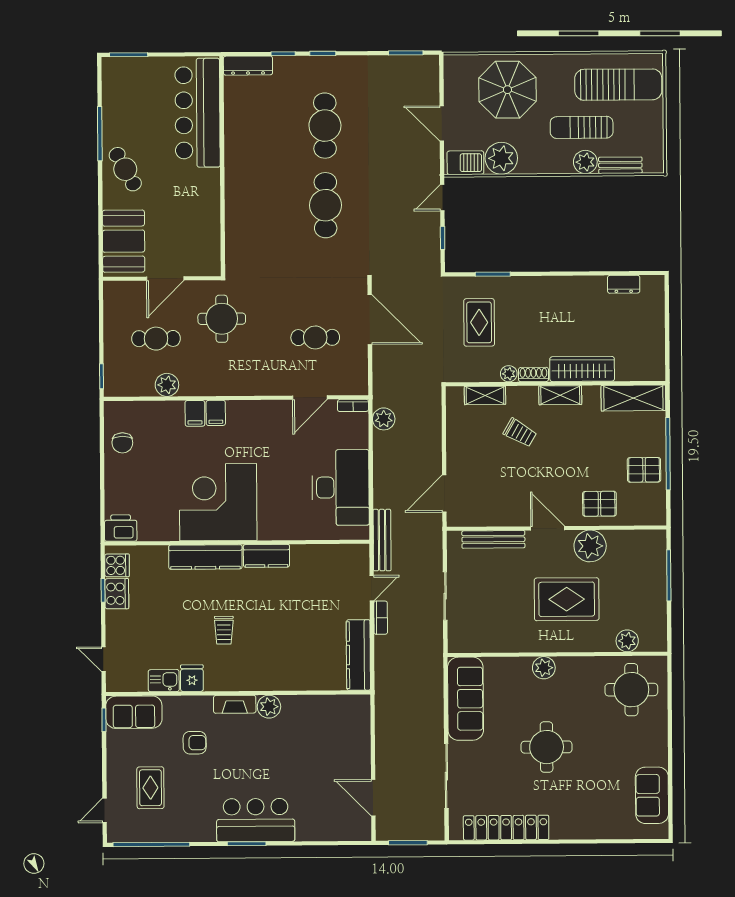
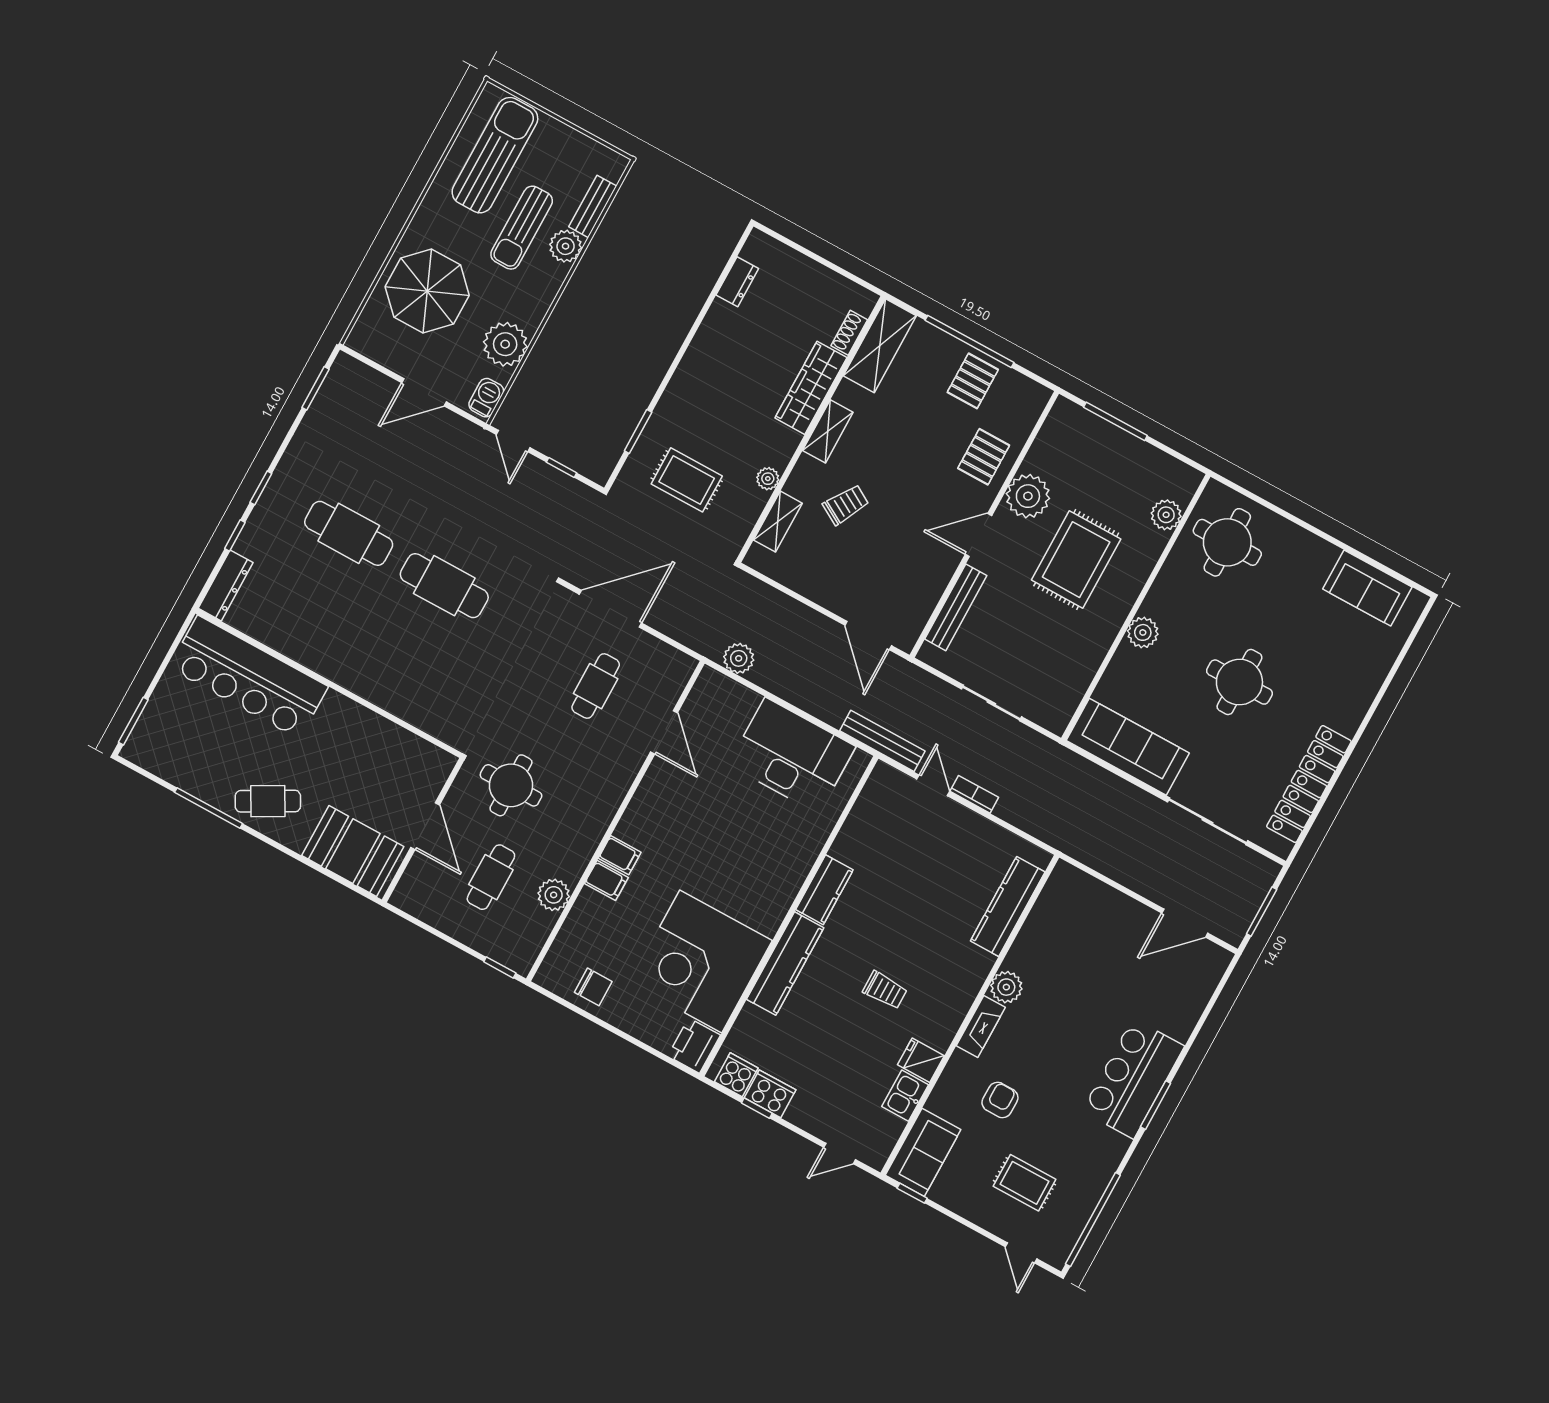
barbecue: (465, 163) -> (486, 398), width x0.73, depth x0.79
shoe rack: (533, 375) -> (849, 333), moved
bookcase: (353, 405) -> (702, 686), removed
corner desk: (218, 502) -> (701, 961), moved
kitchen counter: (358, 655) -> (1008, 906), moved, turned 90

